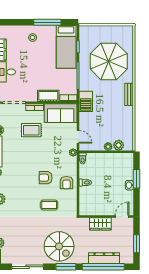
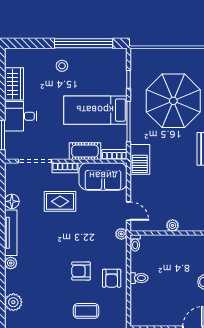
window: (47, 22) -> (84, 43), width x1.46
bed: (66, 47) -> (95, 110), moved, turned 90
plant: (119, 145) -> (188, 223), removed

